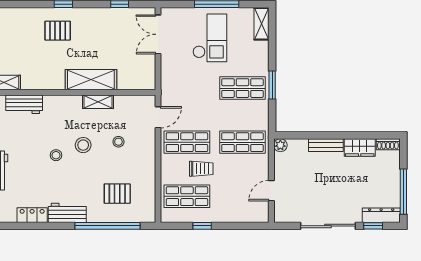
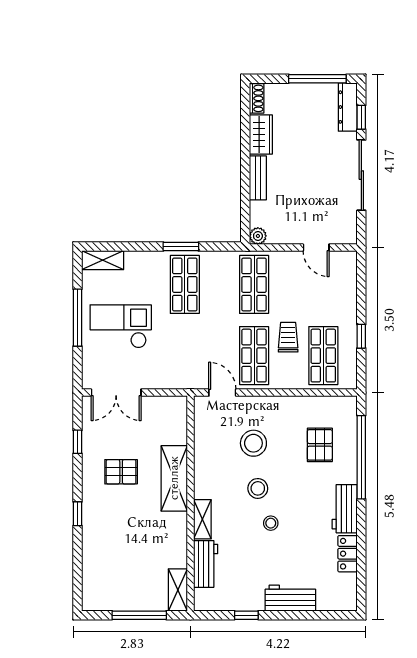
pallet: (58, 31) -> (121, 472), moved, turned 90
shelving: (98, 102) -> (202, 519), moved
stool: (118, 142) -> (253, 443), width x1.89, depth x1.89

